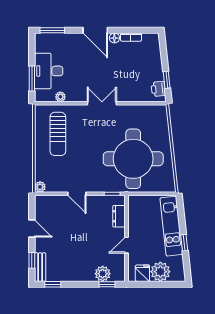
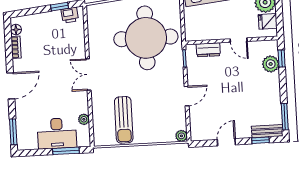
floor lamp: (114, 38) -> (16, 30), moved
sun lounger: (58, 134) -> (124, 120), turned 90
window: (53, 284) -> (285, 117), width x1.50

